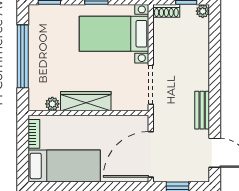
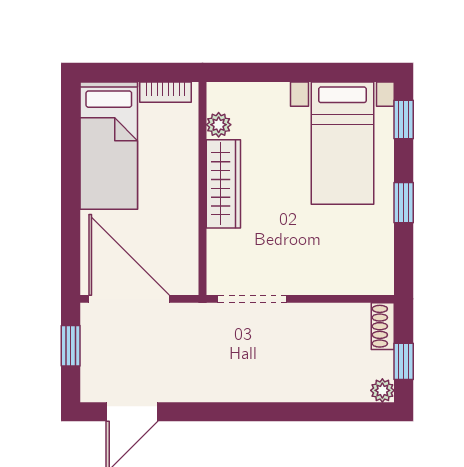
bed with nightstands: (114, 34) -> (342, 143), moved, turned 180
window: (23, 56) -> (302, 72), removed
bench: (202, 110) -> (207, 389), removed

